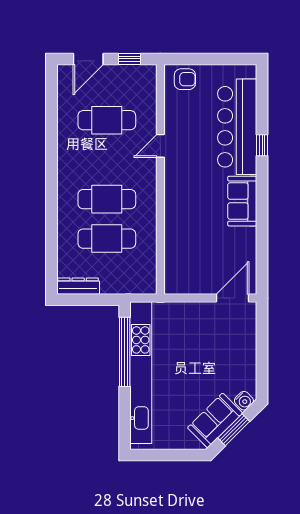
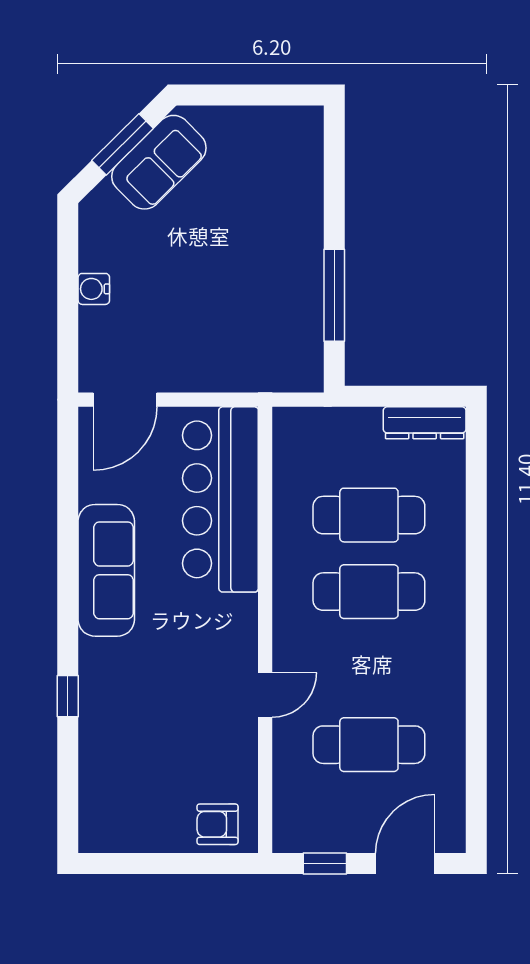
bar counter: (237, 127) -> (220, 499), moved, turned 180
sofa: (242, 201) -> (106, 570), width x1.36
window: (125, 352) -> (334, 295), width x0.68
kitchen unit: (141, 373) -> (303, 255), removed
water cooler: (244, 401) -> (94, 289), moved, turned -45

